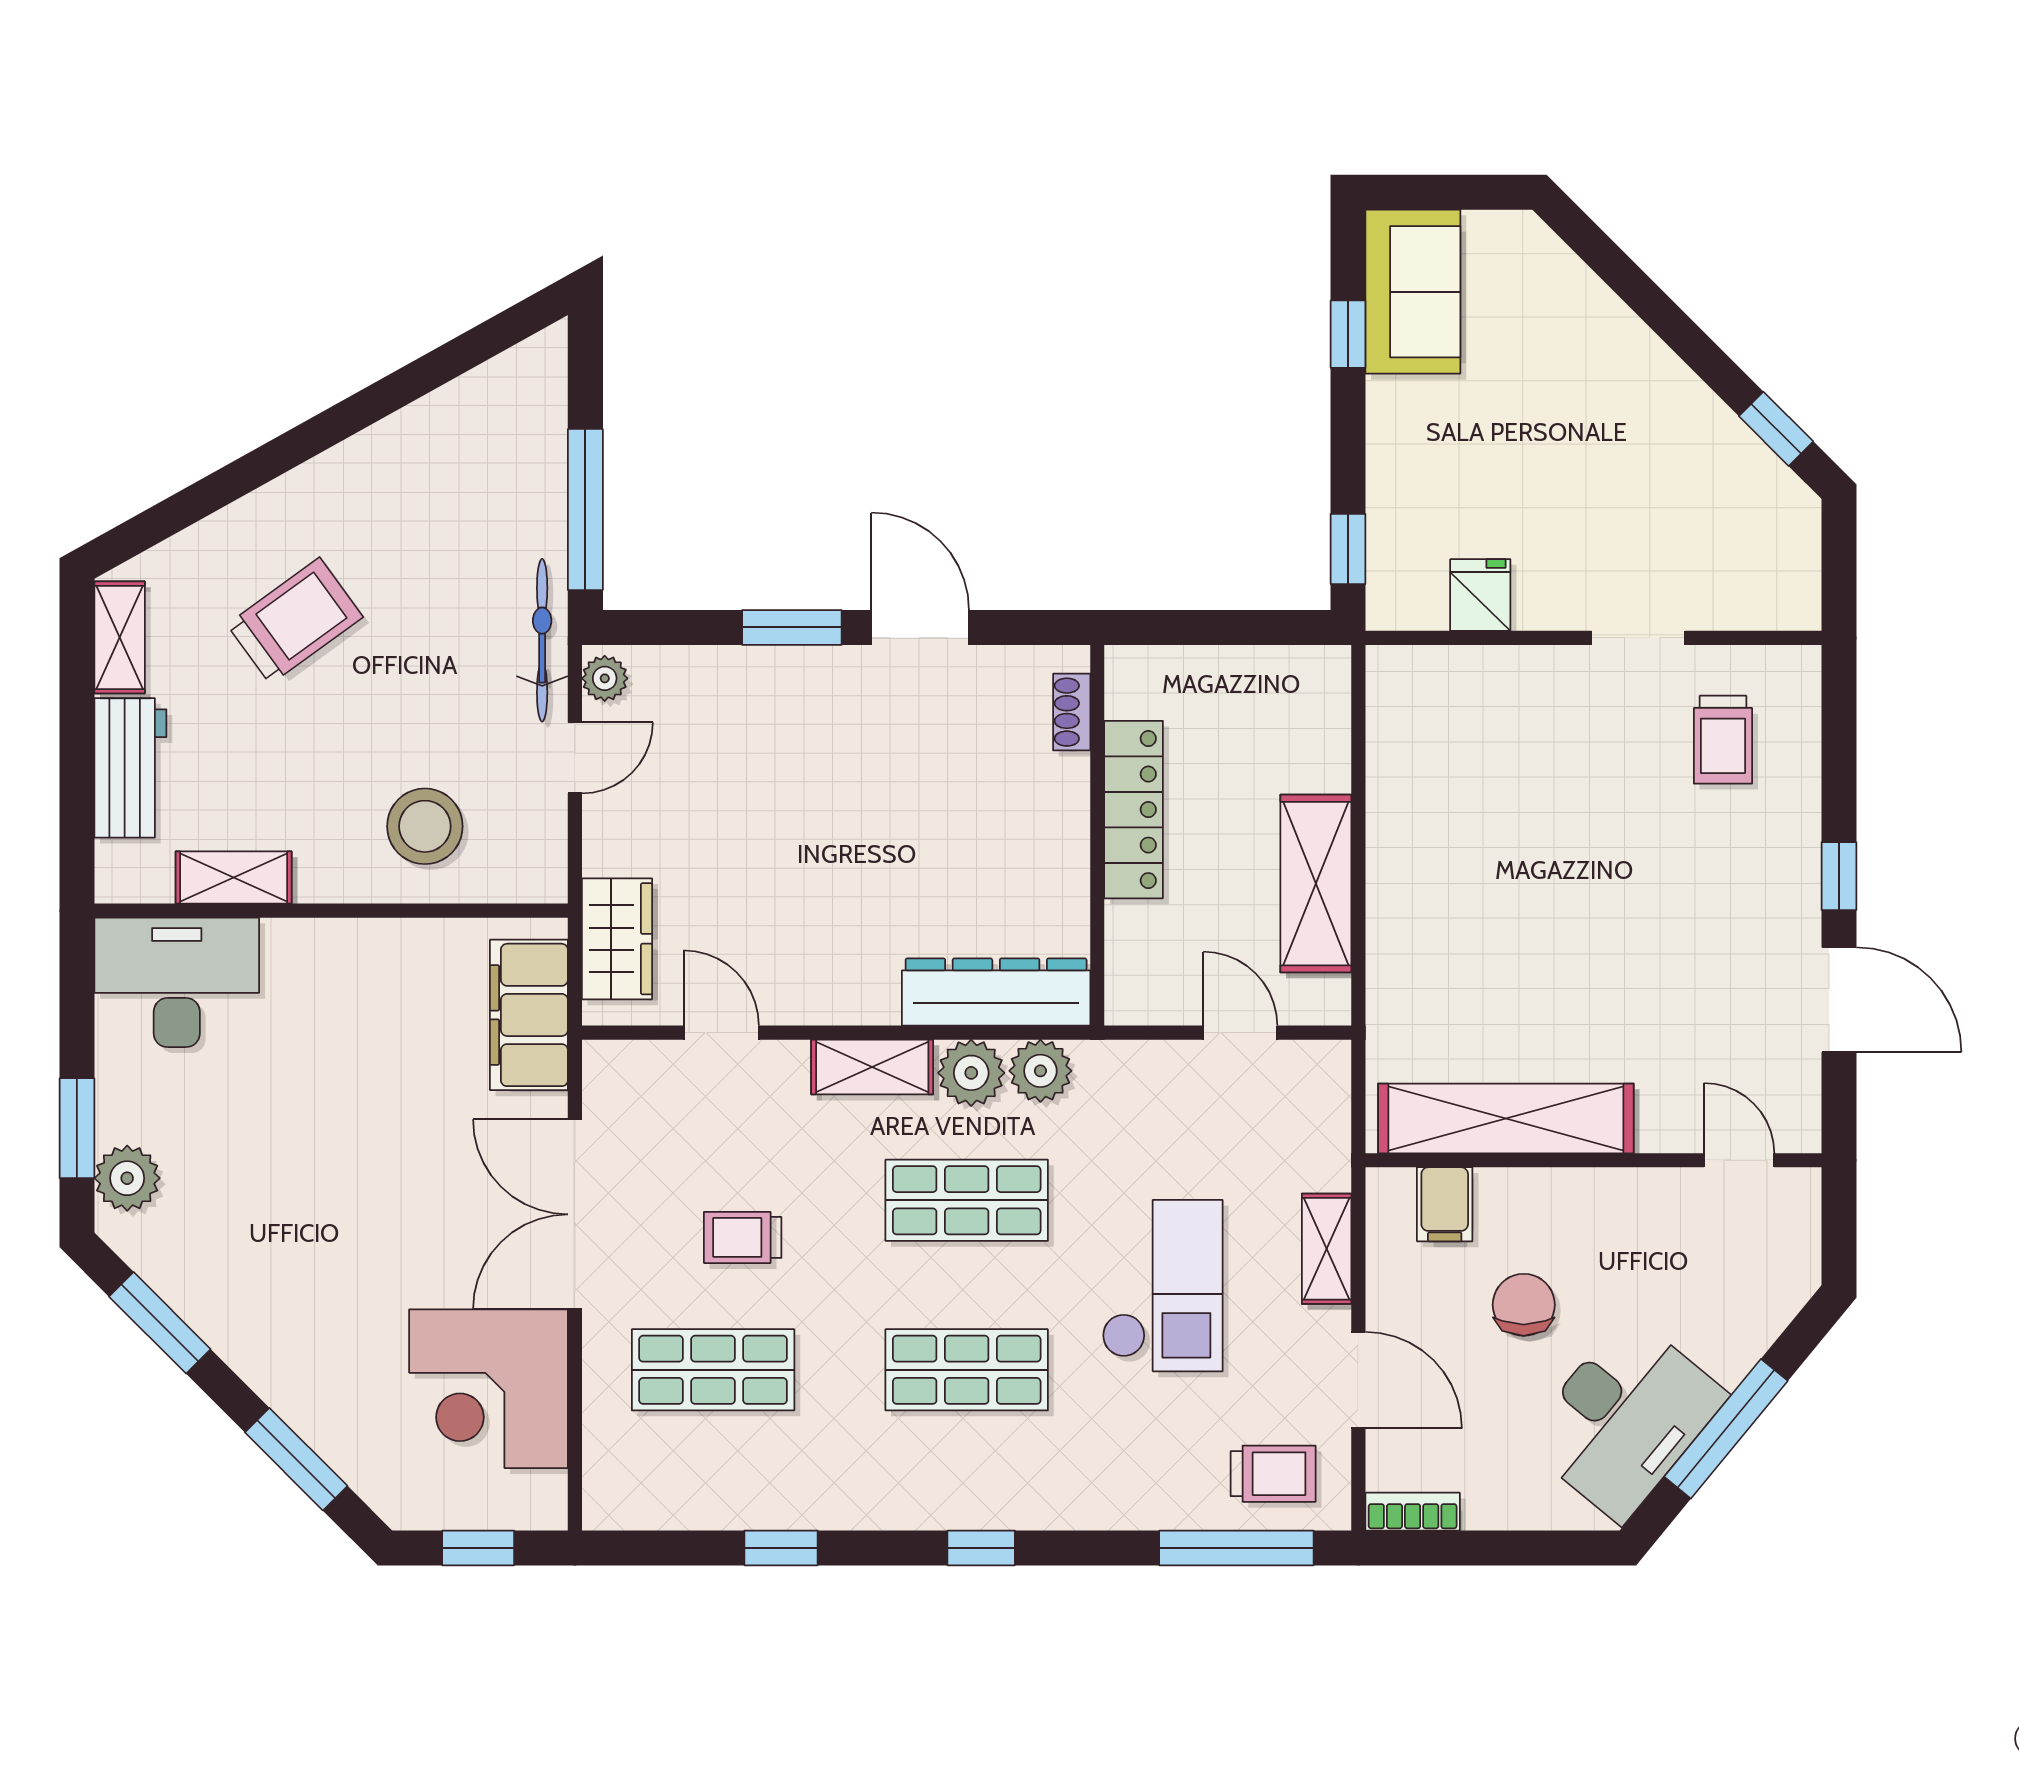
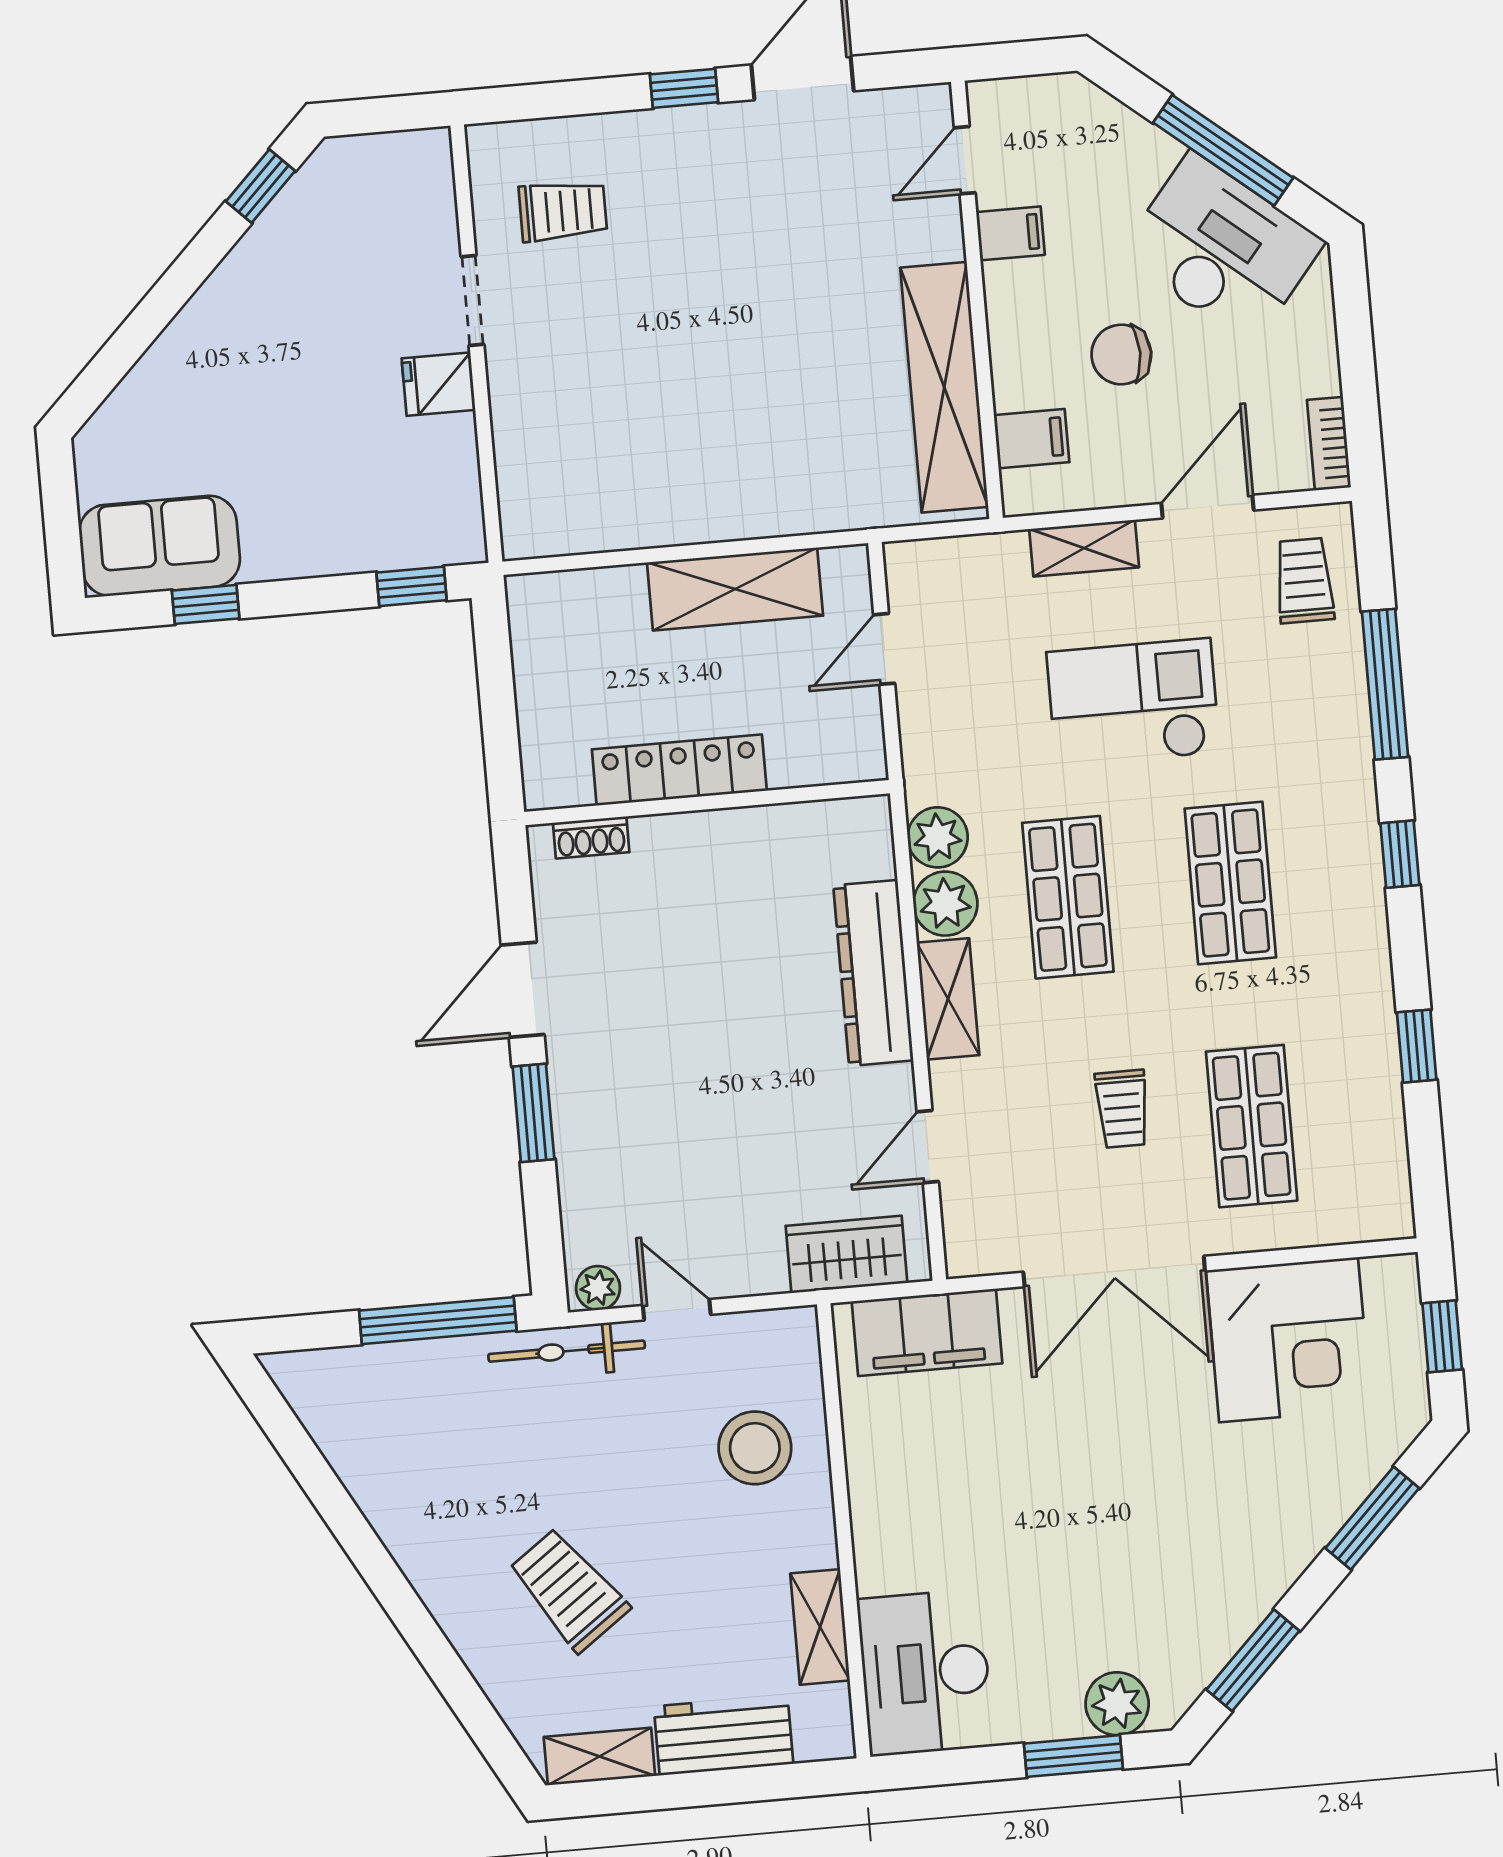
fridge: (1480, 595) -> (438, 384), moved
dresser: (996, 992) -> (873, 973), moved
filing cabinet: (1659, 1201) -> (1010, 233), added
window: (1236, 1548) -> (1385, 684), moved

